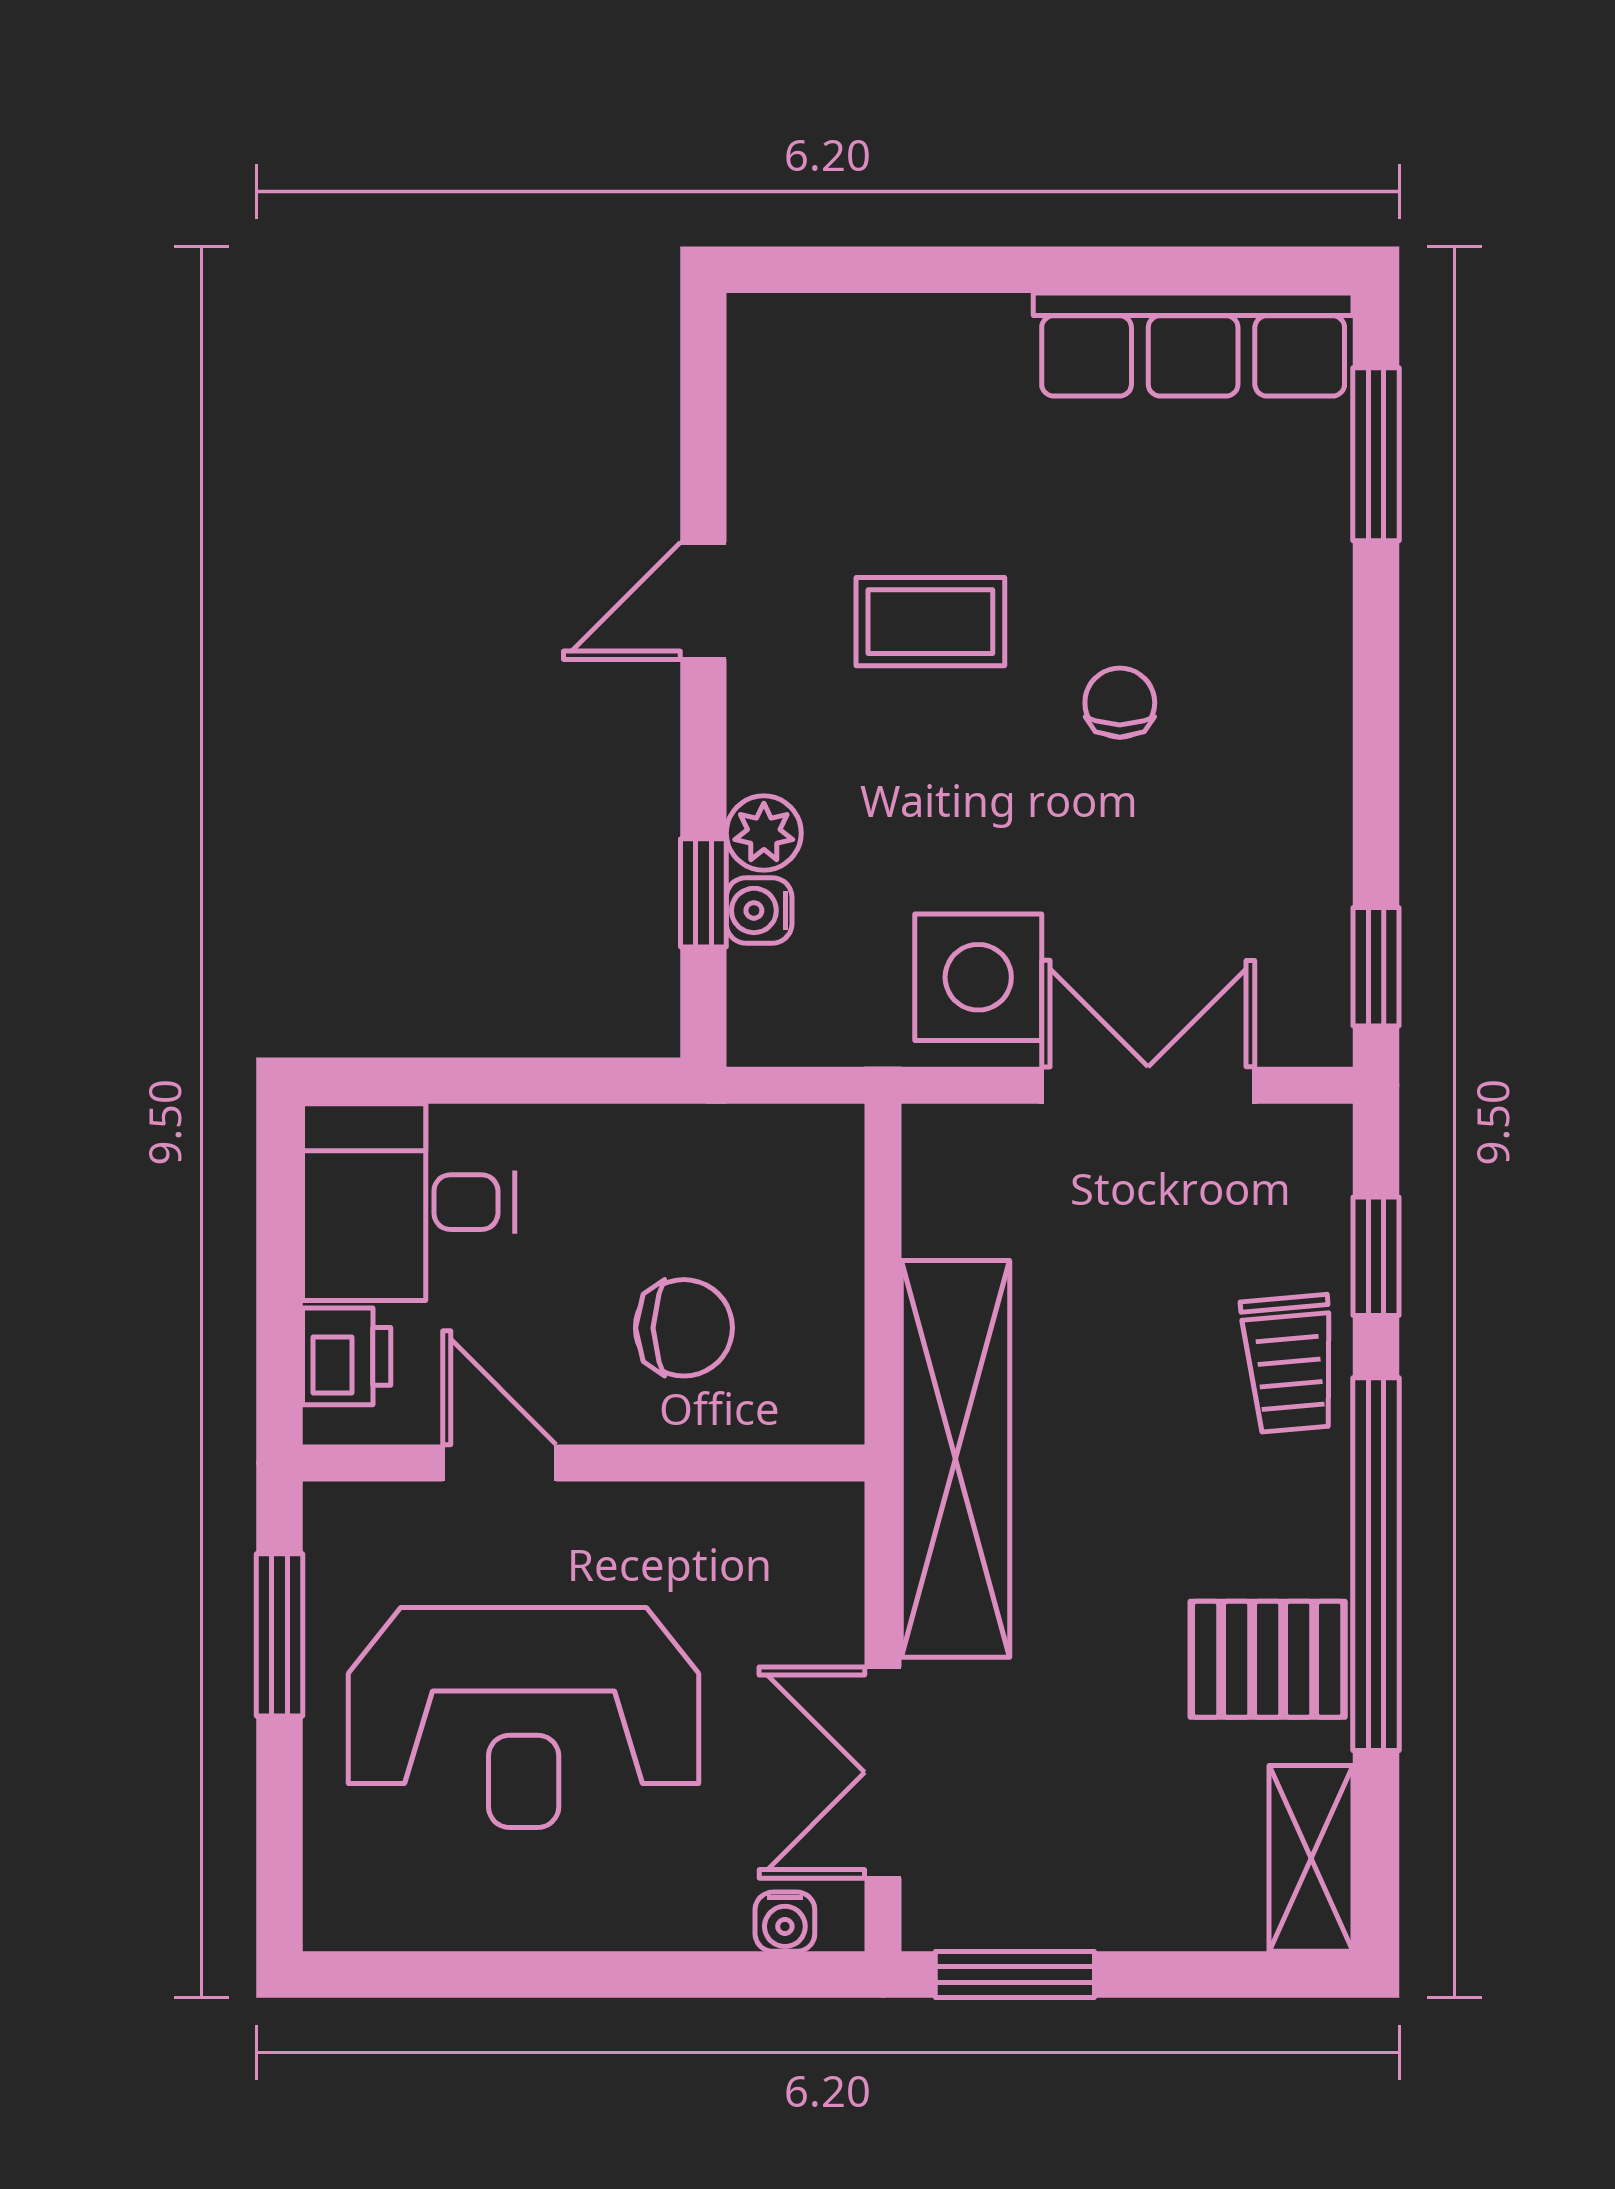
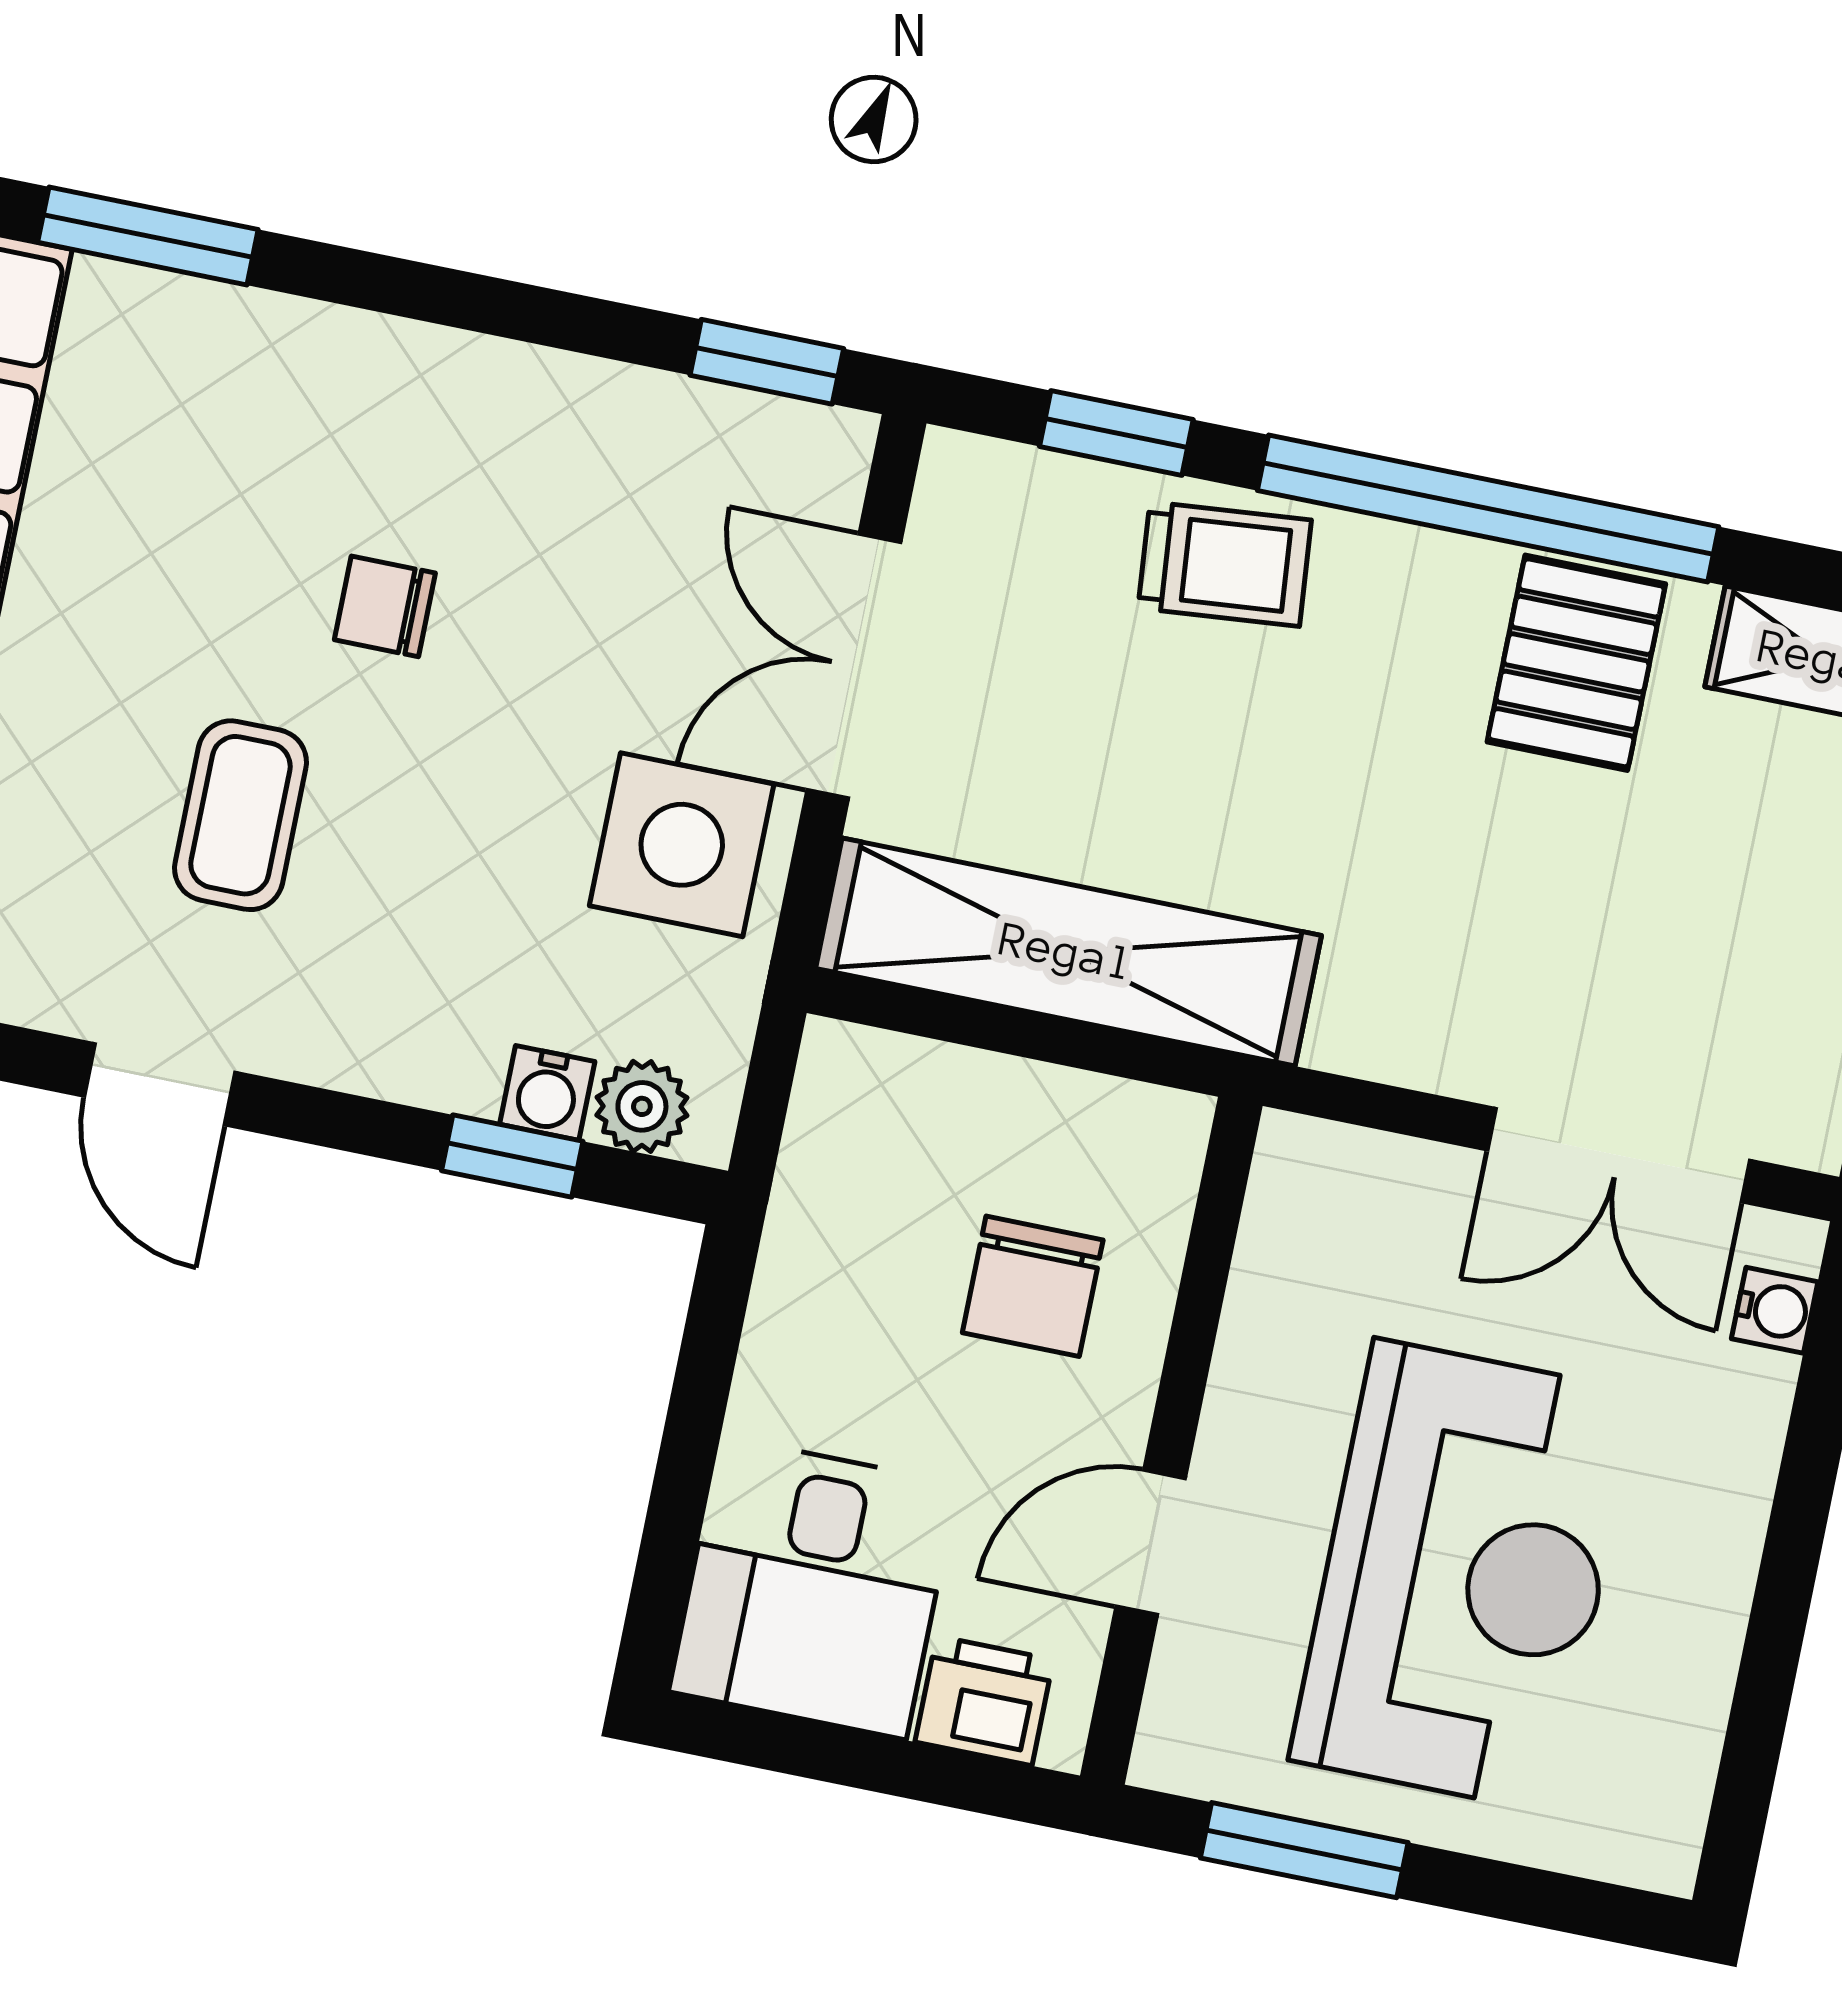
plant: (764, 833) -> (642, 1106), moved
chair: (684, 1328) -> (1033, 1286), turned 180
shelving: (956, 1459) -> (1068, 952), moved

